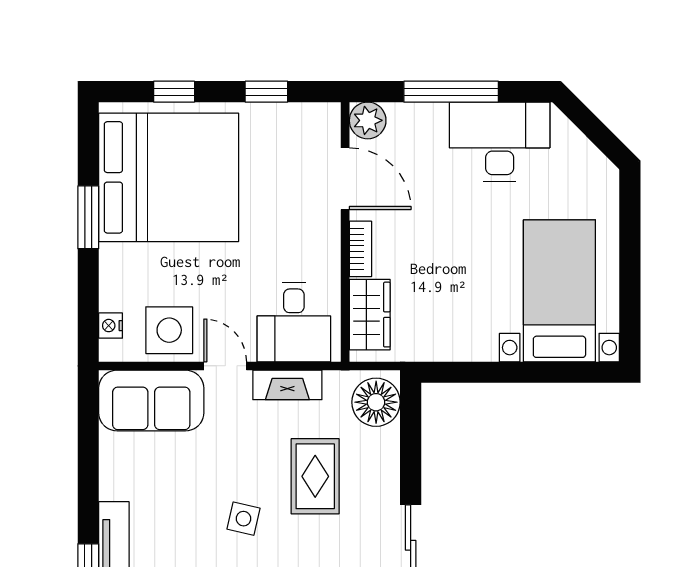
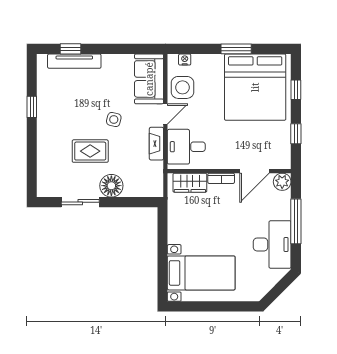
floor lamp: (376, 402) -> (111, 186), moved
rug: (315, 476) -> (90, 151), moved
side table: (244, 519) -> (114, 120), moved

